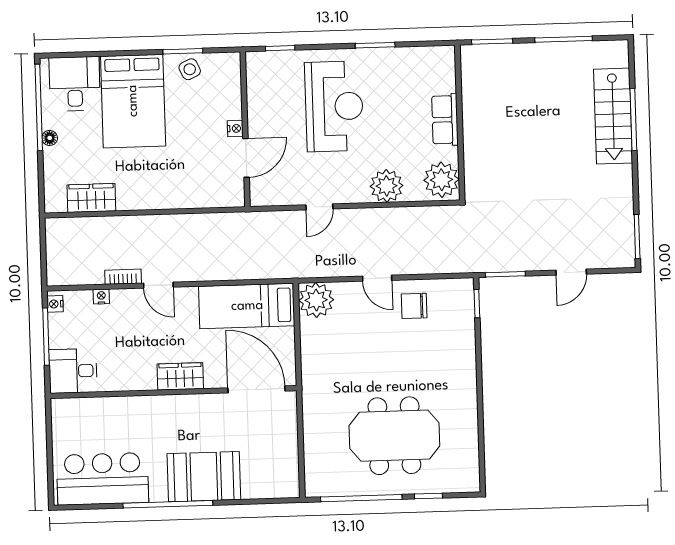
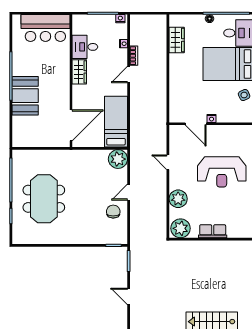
desk: (73, 371) -> (85, 47), moved, turned -90
wardrobe: (180, 376) -> (79, 72), moved
bar counter: (103, 479) -> (45, 28), moved, turned 90

